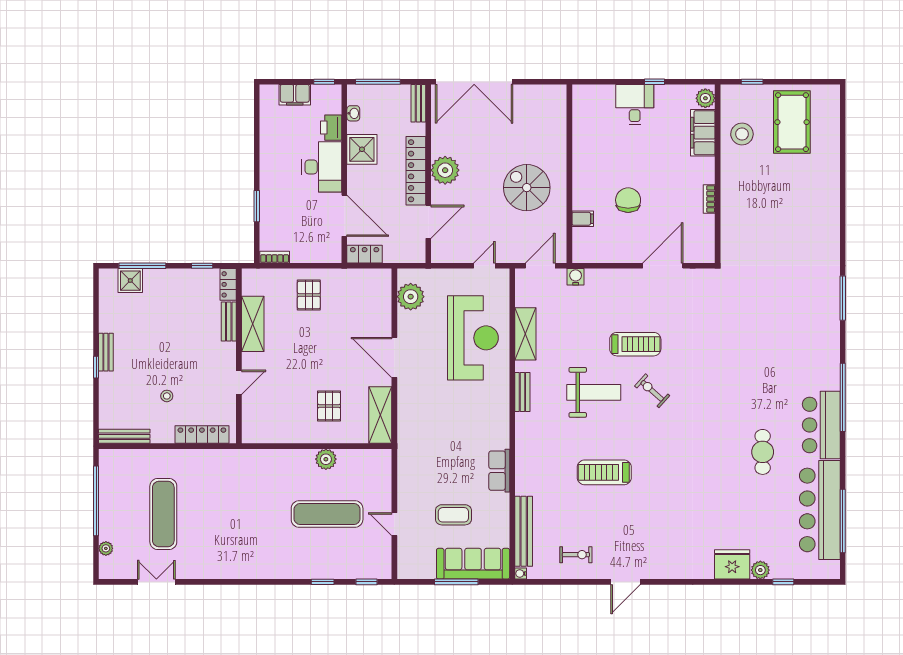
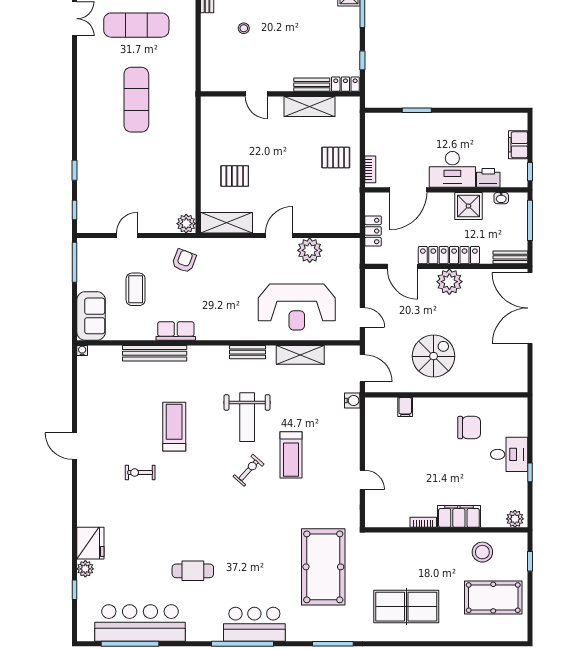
filing cabinet: (703, 133) -> (459, 516), moved
chair: (628, 200) -> (469, 428), moved
table tennis table: (802, 218) -> (406, 607), added
locker: (365, 254) -> (373, 231), moved
bookcase: (275, 257) -> (370, 169), moved
door: (663, 266) -> (362, 480), width x0.53
plant: (411, 297) -> (310, 250), moved
pool table: (758, 309) -> (323, 567), added
door: (394, 357) -> (279, 235), width x0.73
bar counter: (821, 425) -> (254, 624), moved
locker: (202, 435) -> (209, 60), removed
plant: (326, 459) -> (186, 224), moved
armchair: (422, 462) -> (184, 261), added
exercise mat: (327, 514) -> (136, 100), moved
bench: (524, 531) -> (155, 353), moved
exercise bike: (576, 555) -> (140, 473), moved, turned 90
sofa: (473, 564) -> (91, 316), width x0.73
window: (456, 582) -> (74, 262), moved

